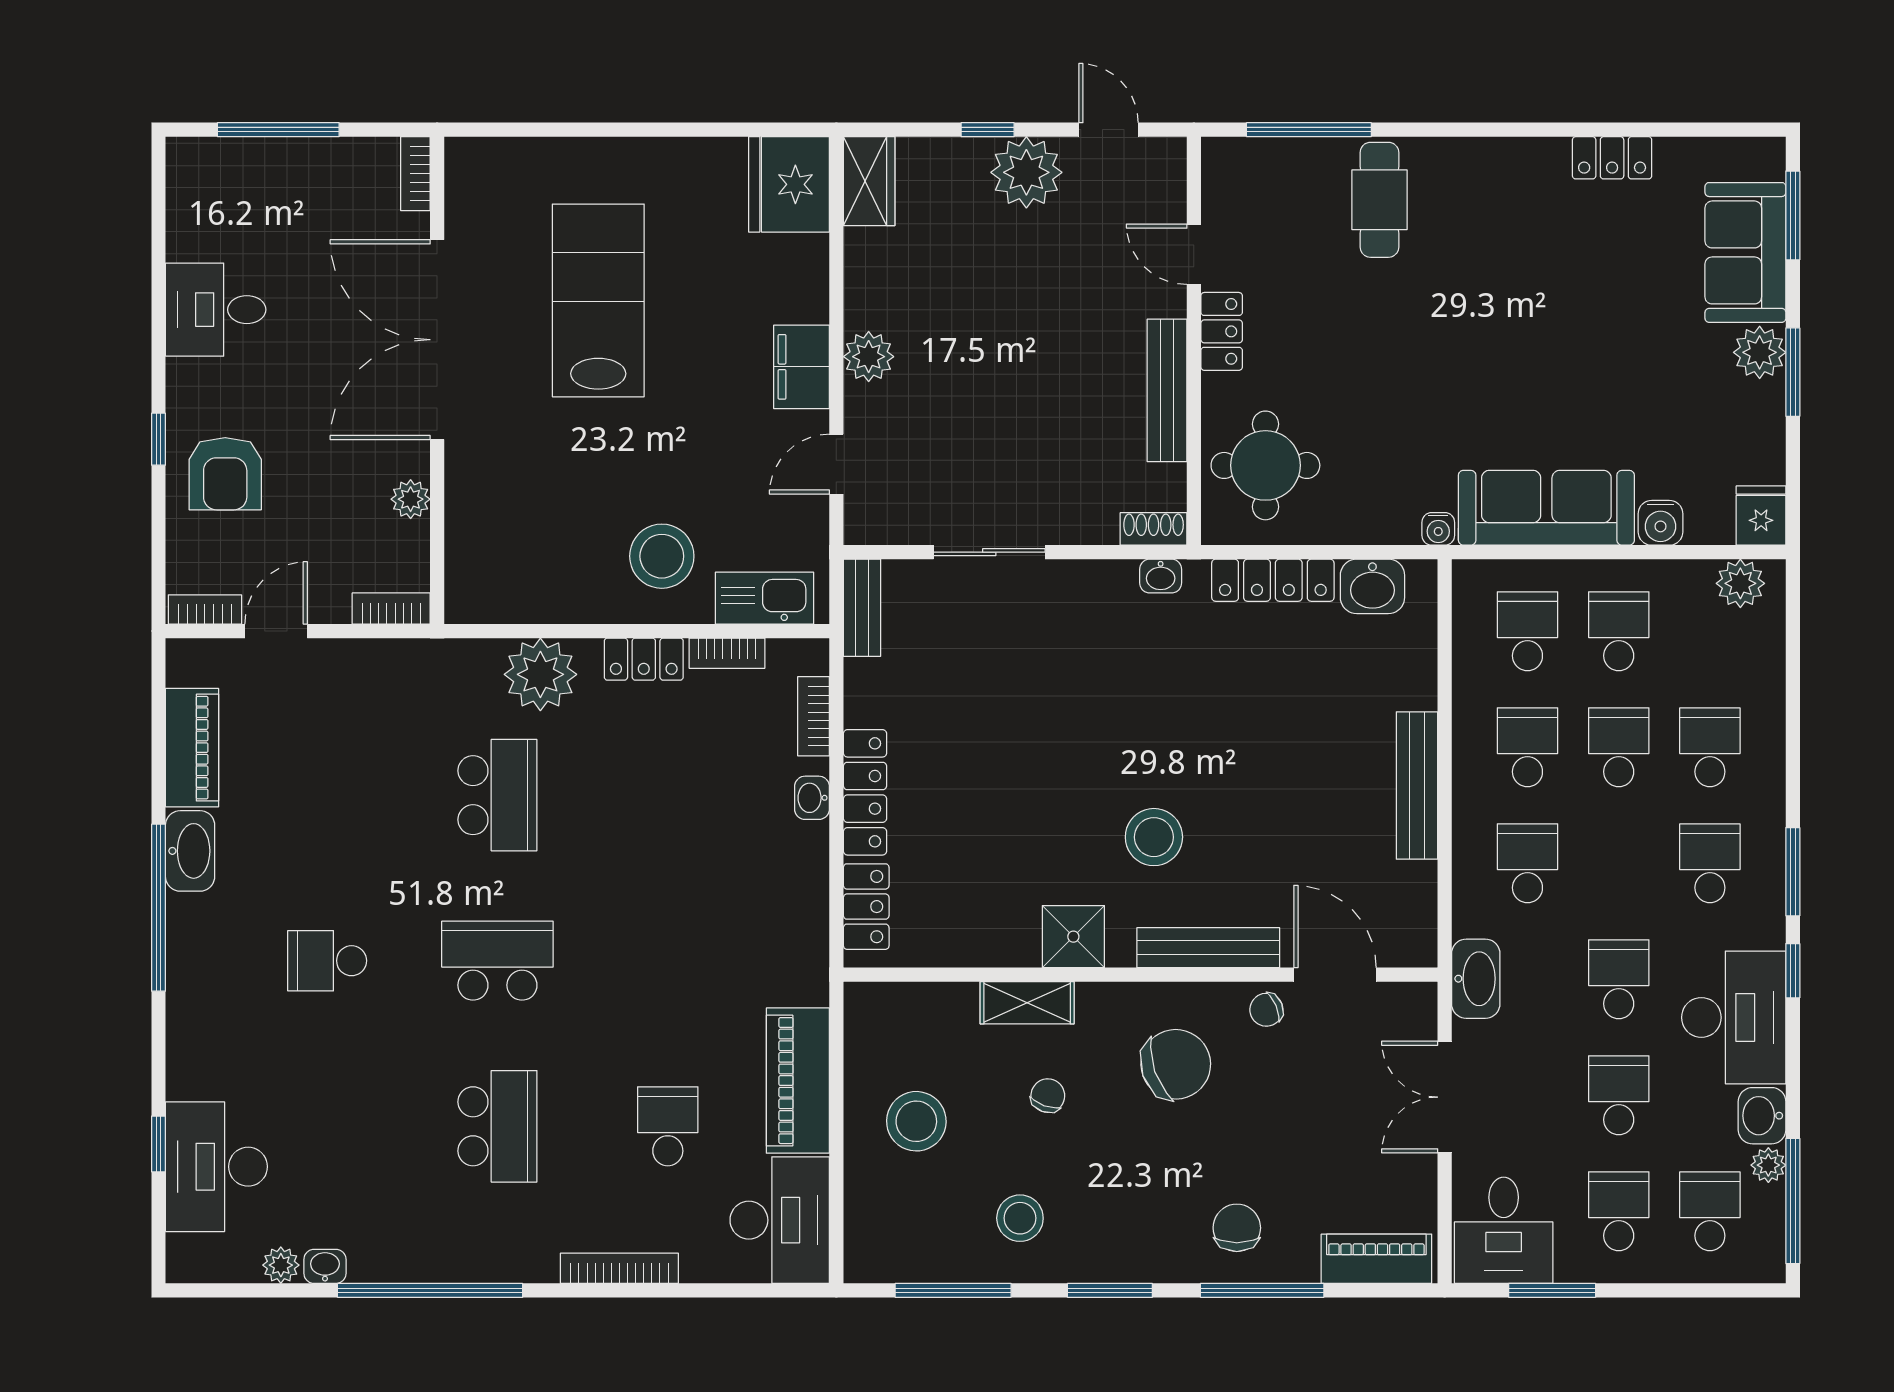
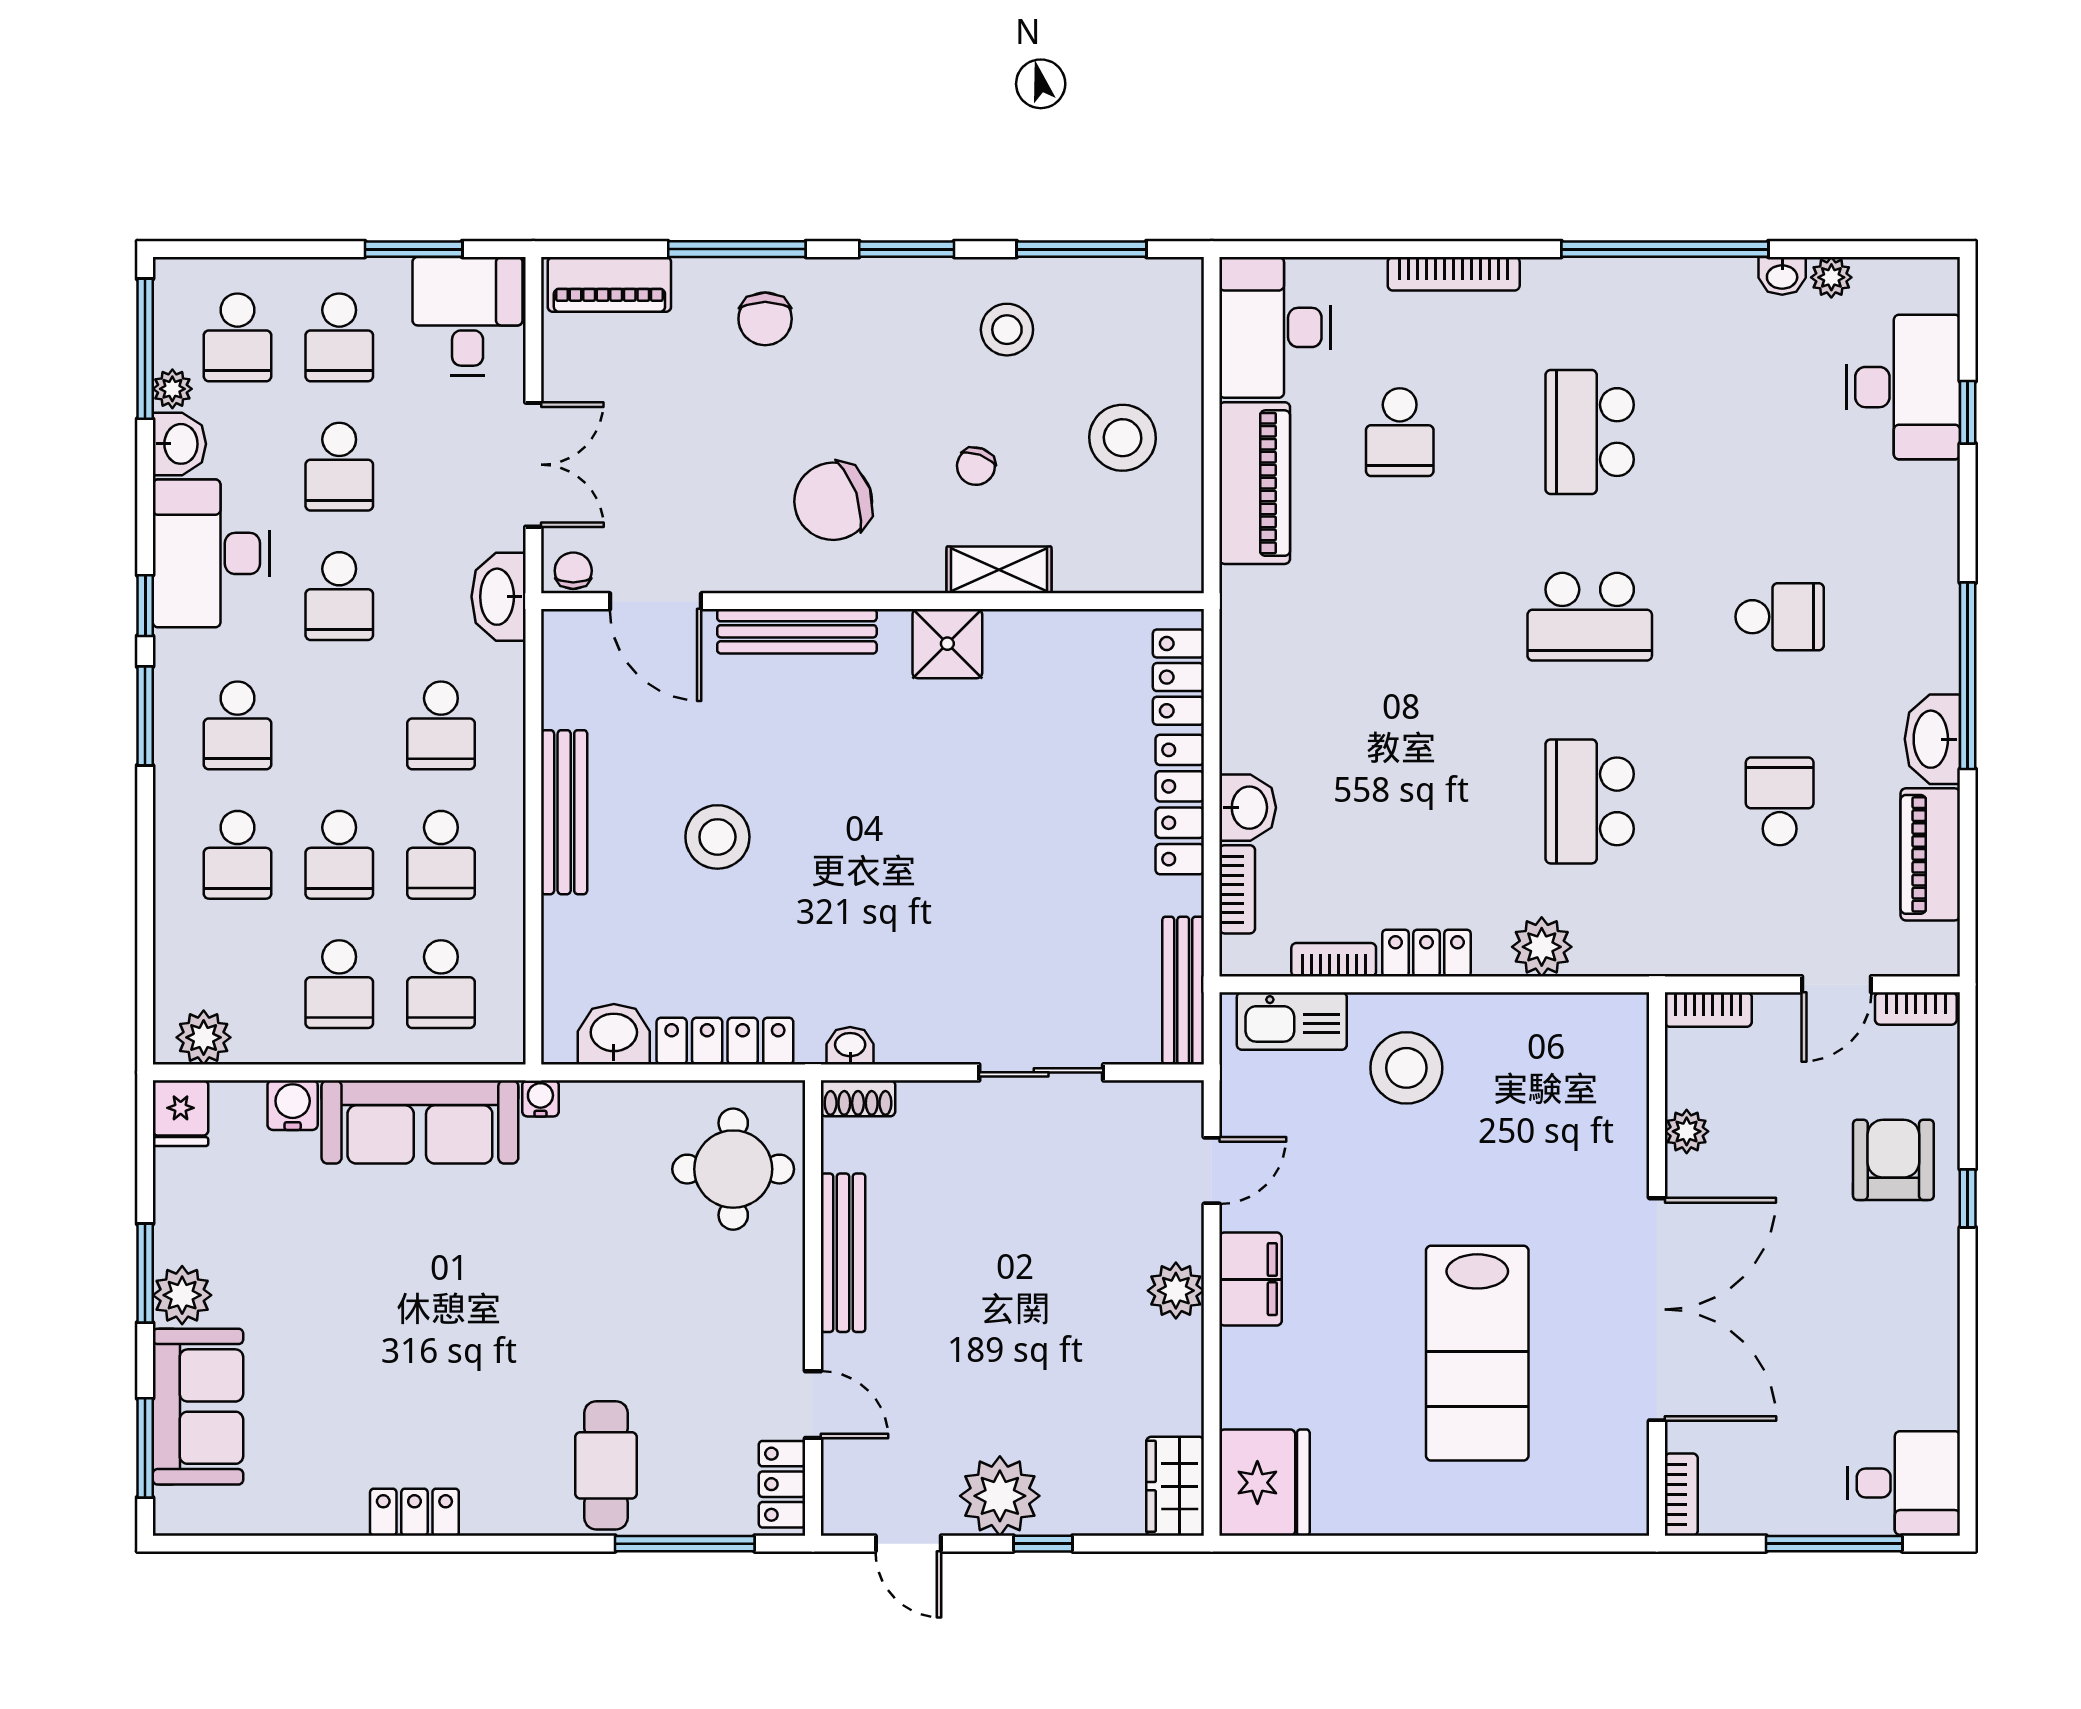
locker: (1612, 158) -> (414, 1512), moved
desk: (216, 310) -> (1904, 1483), moved
locker: (1222, 331) -> (782, 1484), moved
bench: (862, 608) -> (1183, 991), width x1.36
plant: (540, 674) -> (1542, 947), width x0.73, depth x0.73
school desk: (327, 795) -> (1780, 801), added
washbasin: (812, 798) -> (1248, 808), width x1.38, depth x1.45
stool: (1154, 837) -> (717, 837), moved
chair: (1266, 1010) -> (573, 571), moved, turned -67

